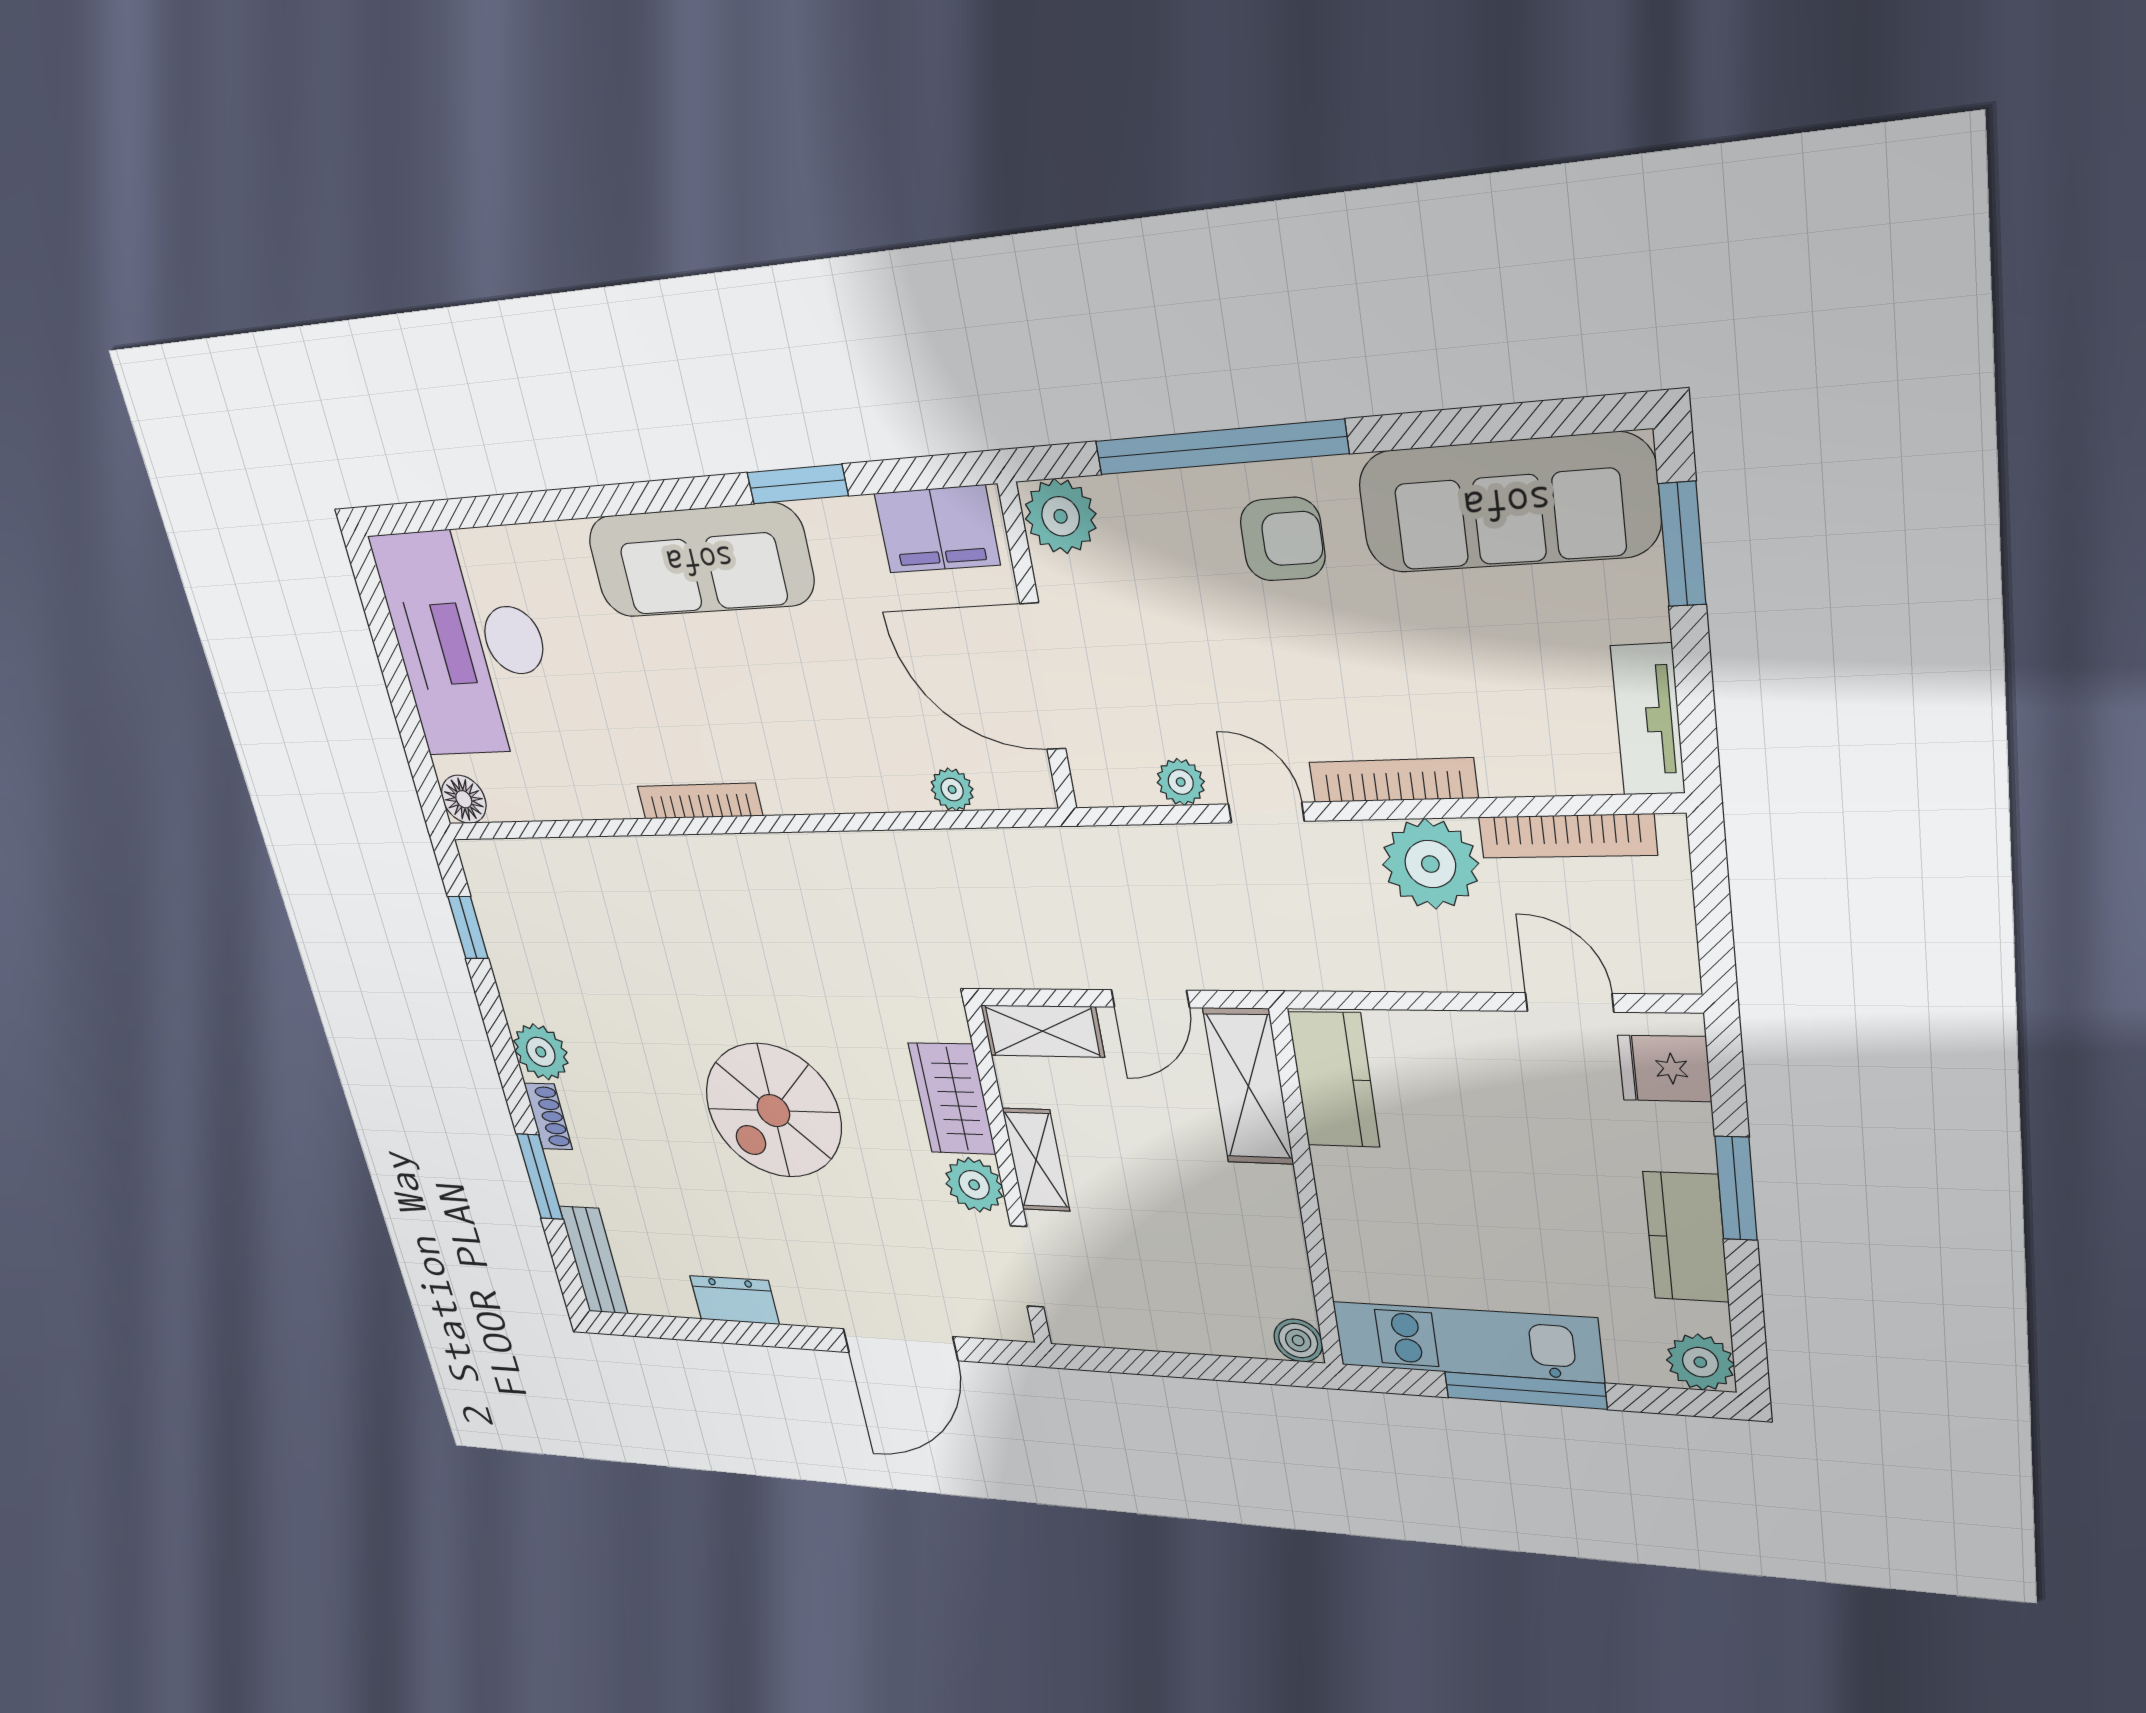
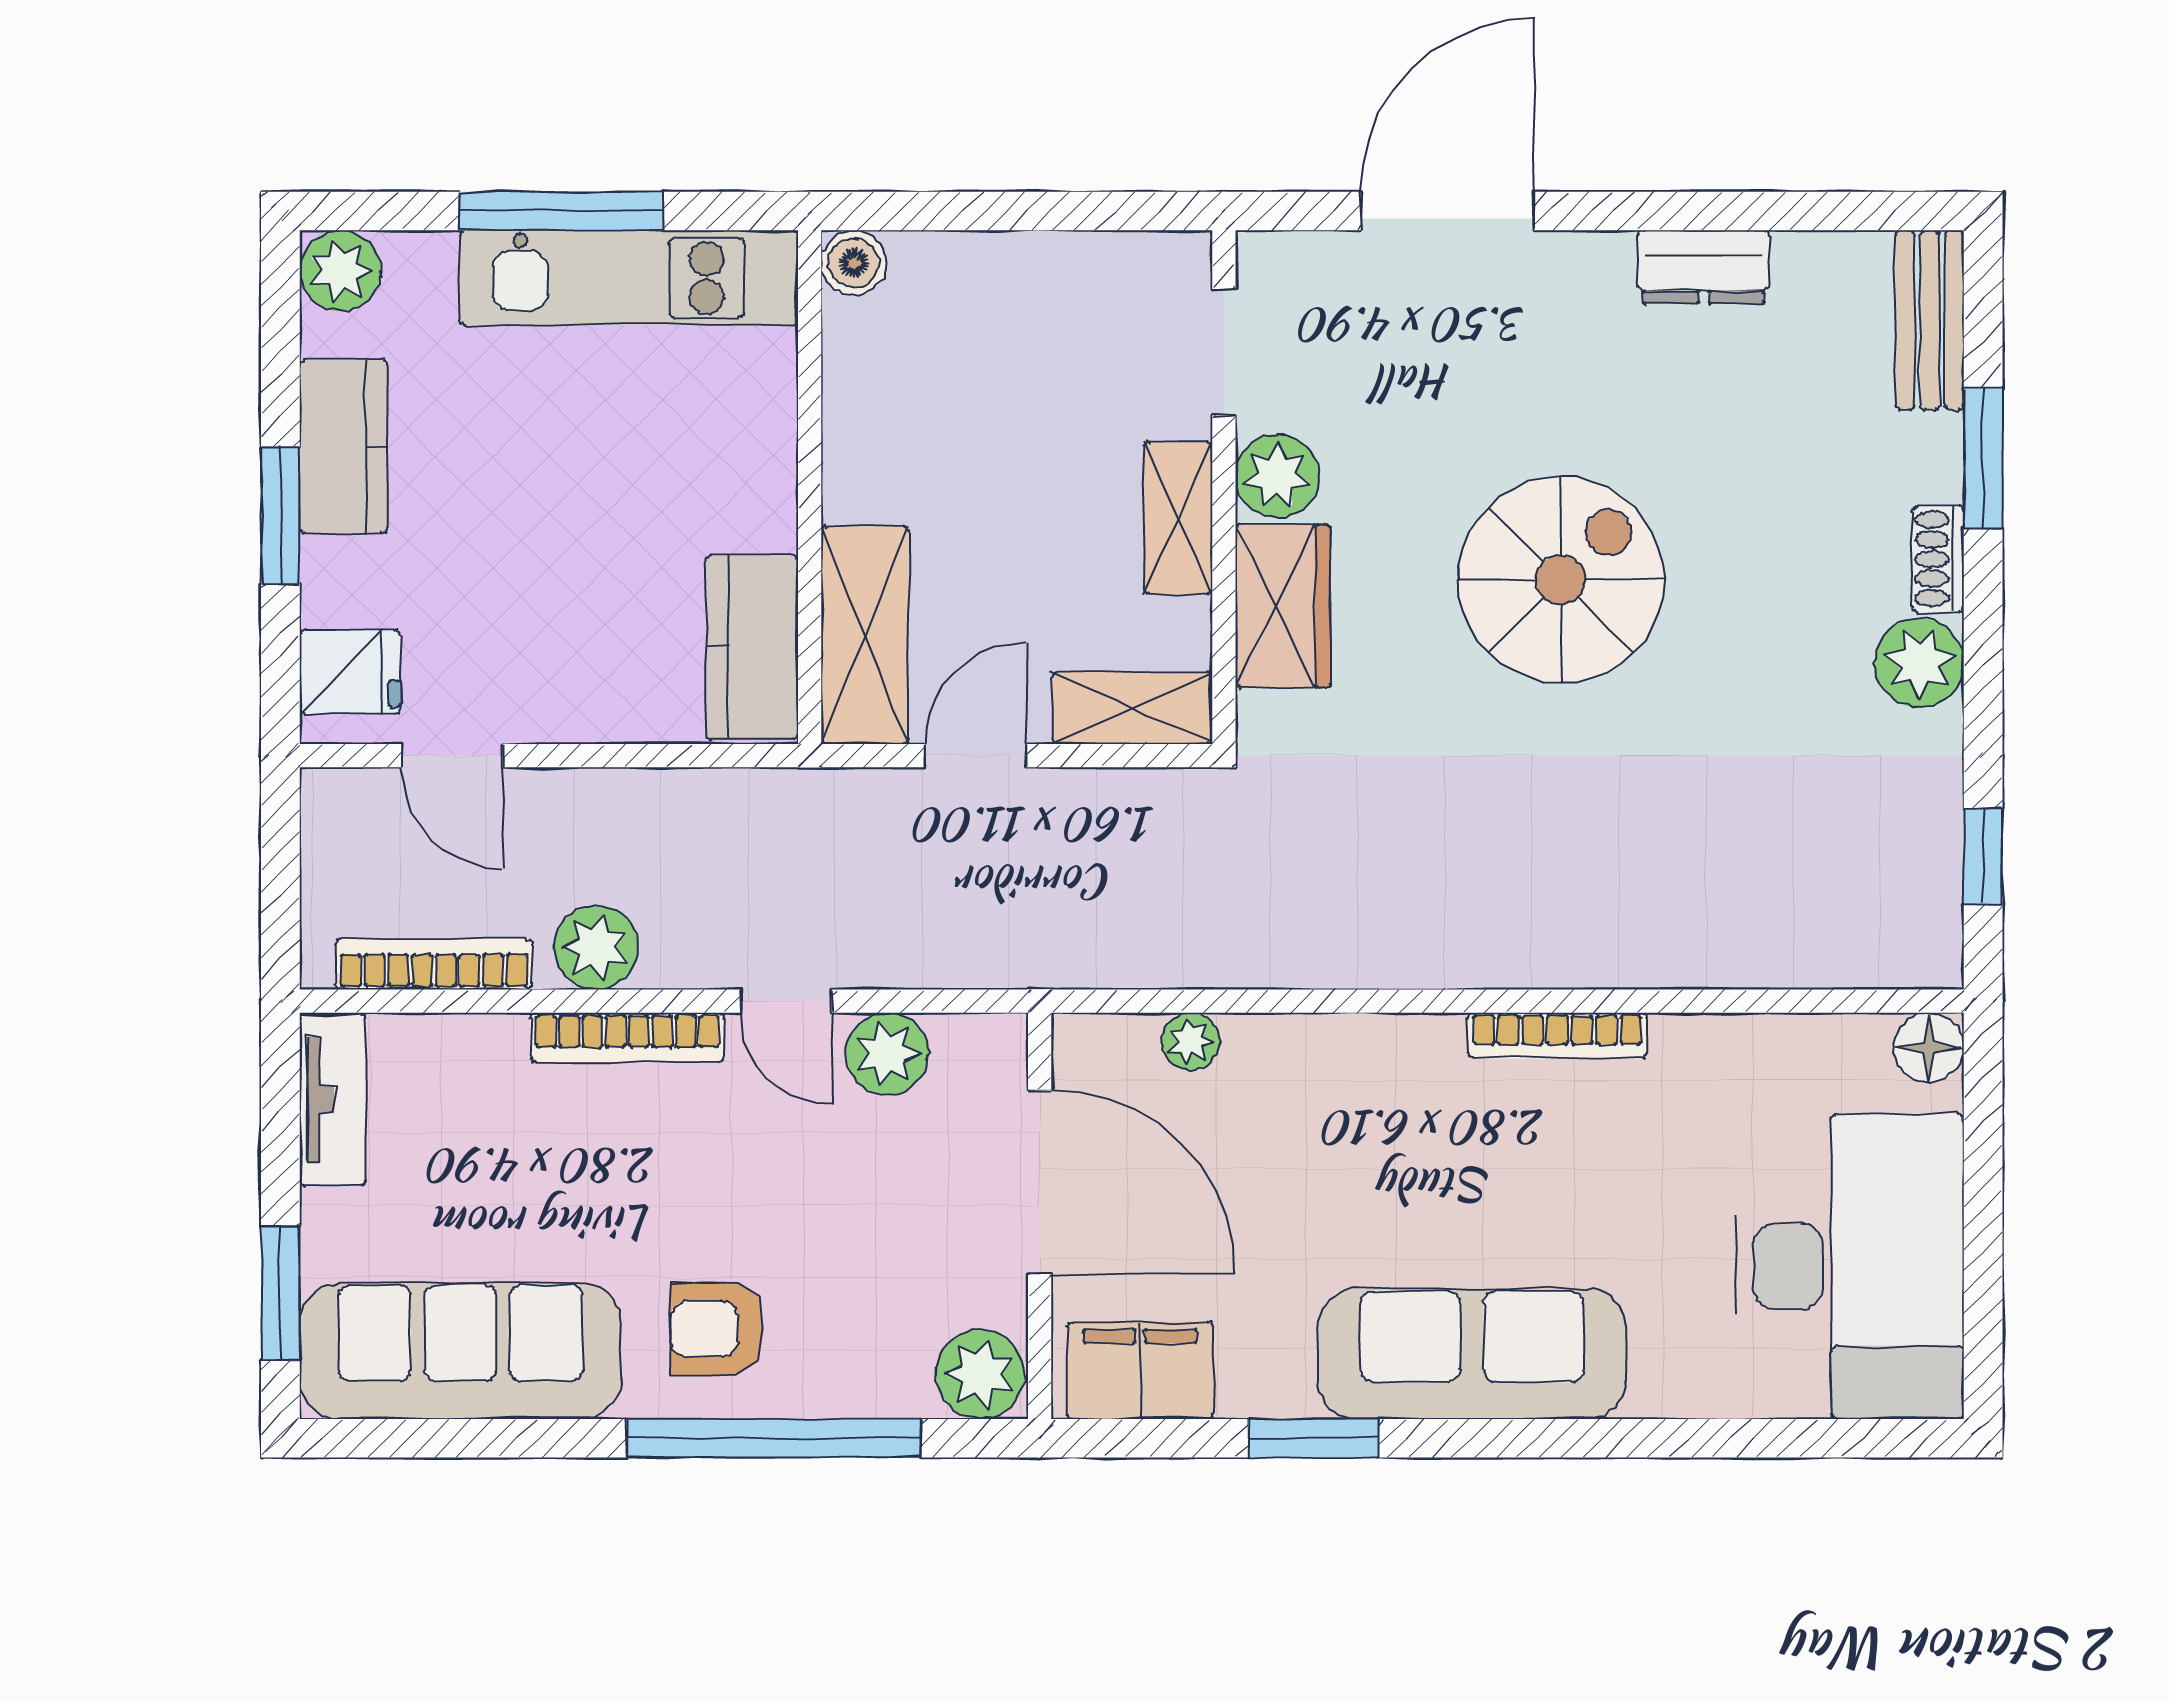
plant: (1181, 782) -> (887, 1054), width x1.38, depth x1.38
plant: (1430, 864) -> (596, 948), width x0.73, depth x0.73

